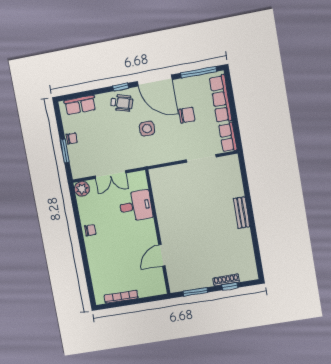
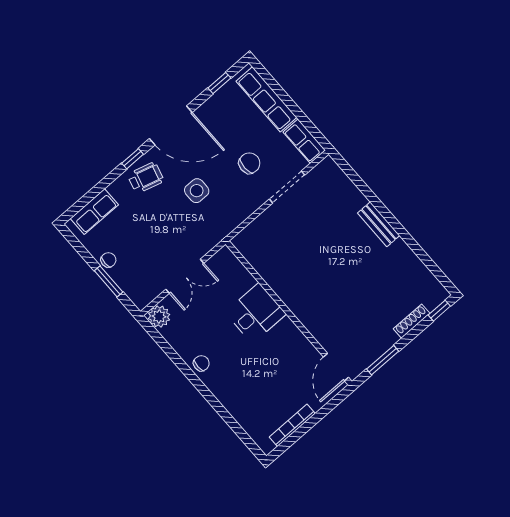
window: (199, 72) -> (219, 83), width x0.46
chair: (187, 115) -> (249, 163), moved
desk: (136, 206) -> (256, 313), moved
door: (162, 255) -> (336, 367), moved
window: (230, 286) -> (439, 311), moved

